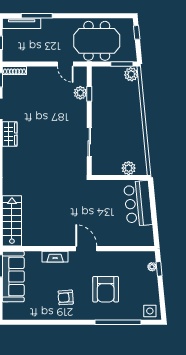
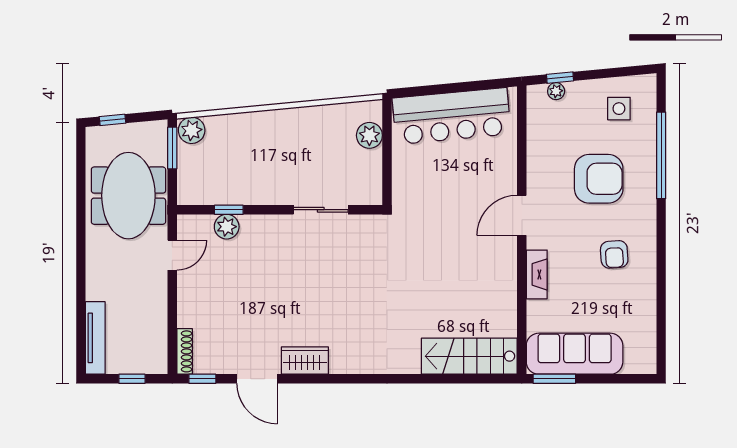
window: (37, 16) -> (81, 309), removed
bar counter: (138, 203) -> (452, 116), width x1.36
side table: (150, 311) -> (619, 109), moved

